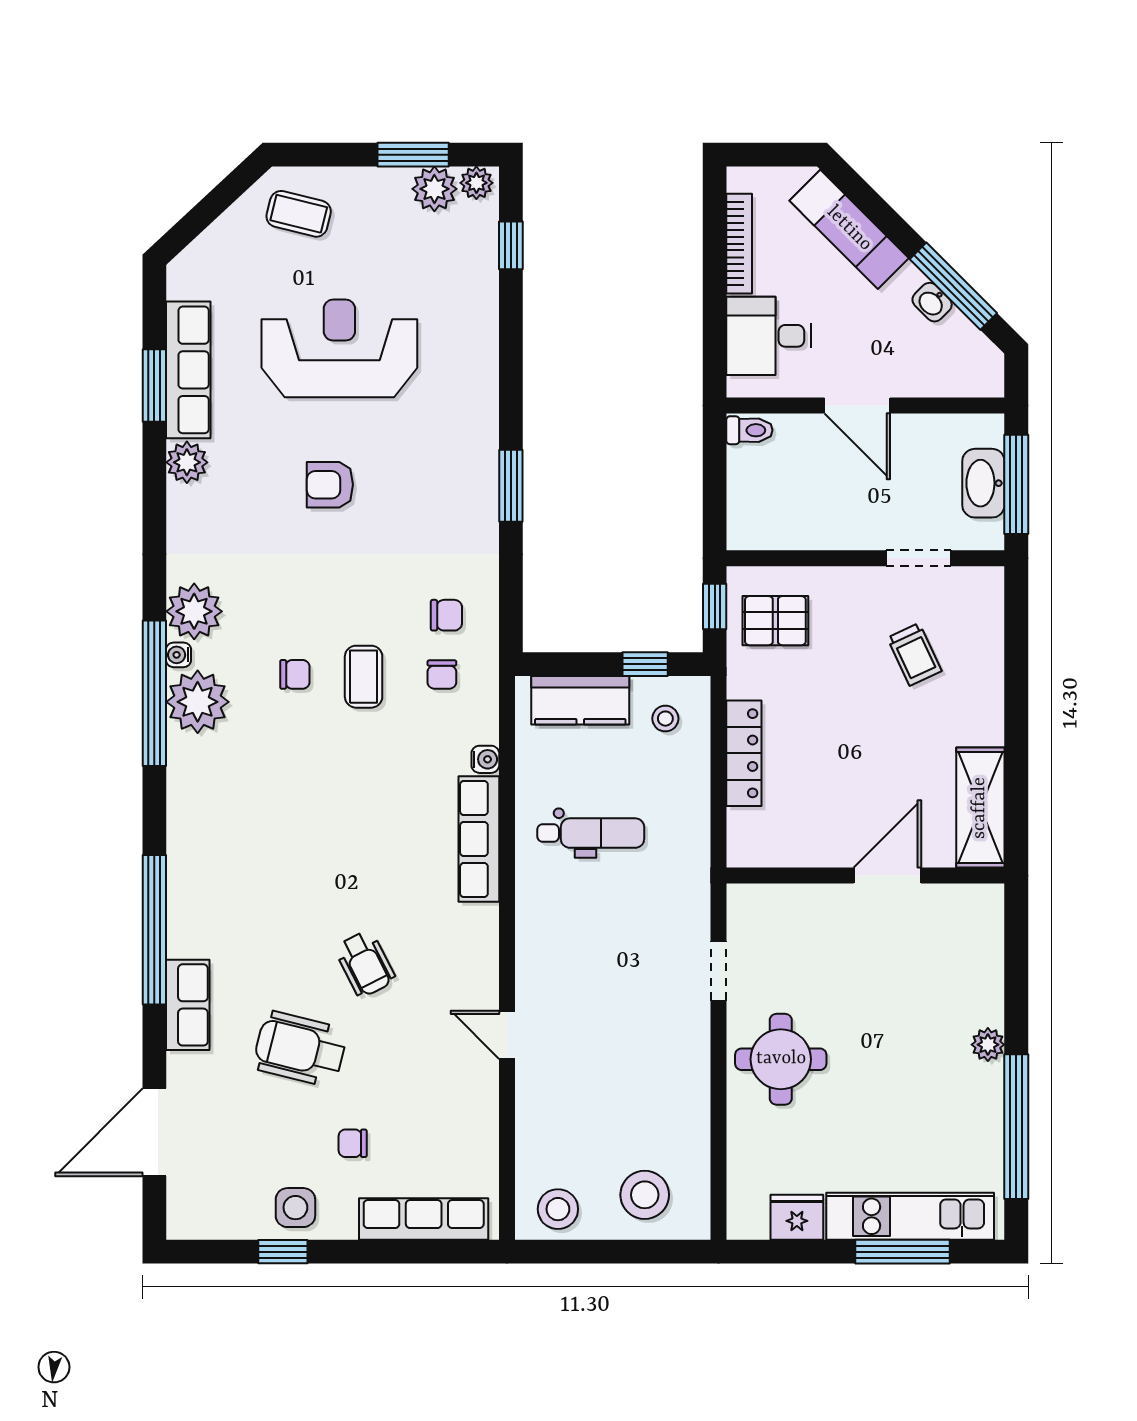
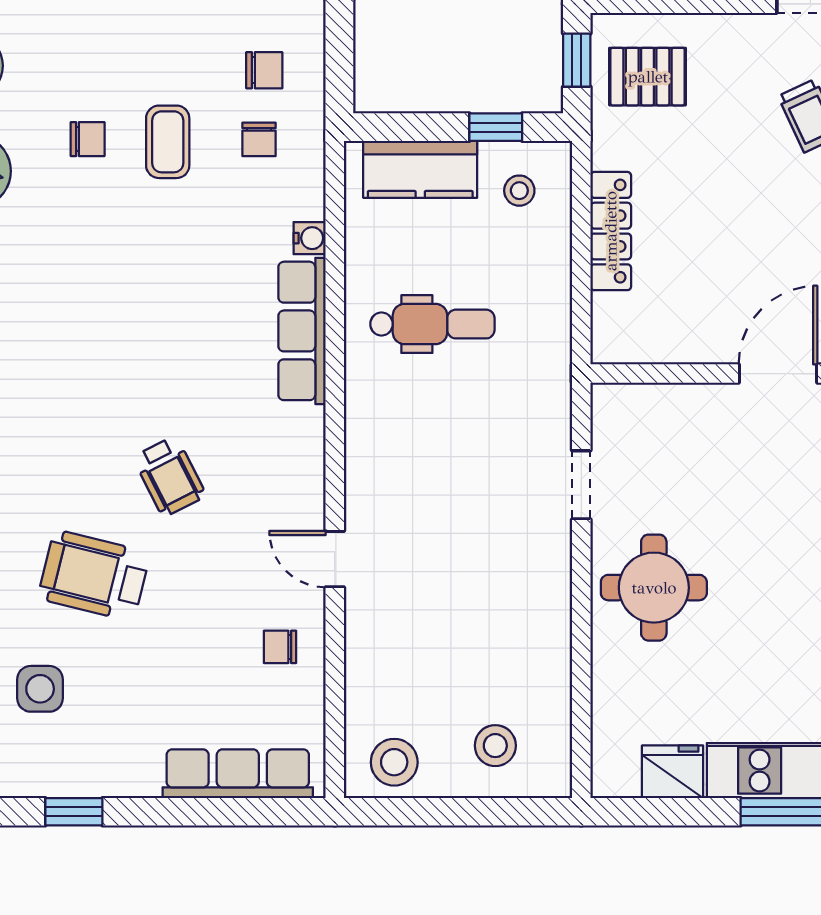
chair: (353, 1143) -> (280, 647), moved
stool: (645, 1195) -> (495, 746), width x0.73, depth x0.73
side table: (295, 1208) -> (40, 689), moved

